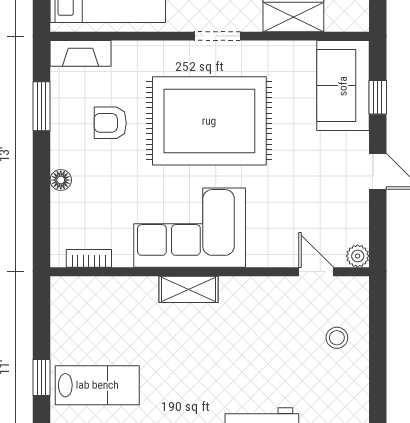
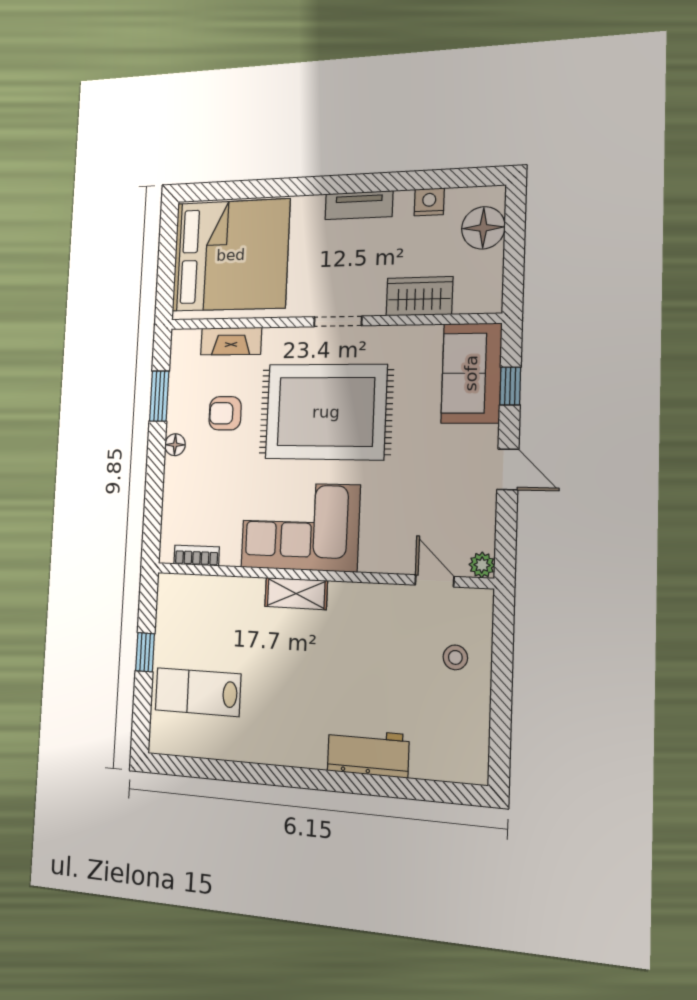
fireplace: (81, 53) -> (231, 341), moved
floor lamp: (61, 180) -> (175, 445), moved
window: (42, 377) -> (145, 652), moved
lab bench: (97, 385) -> (198, 692), turned 180

